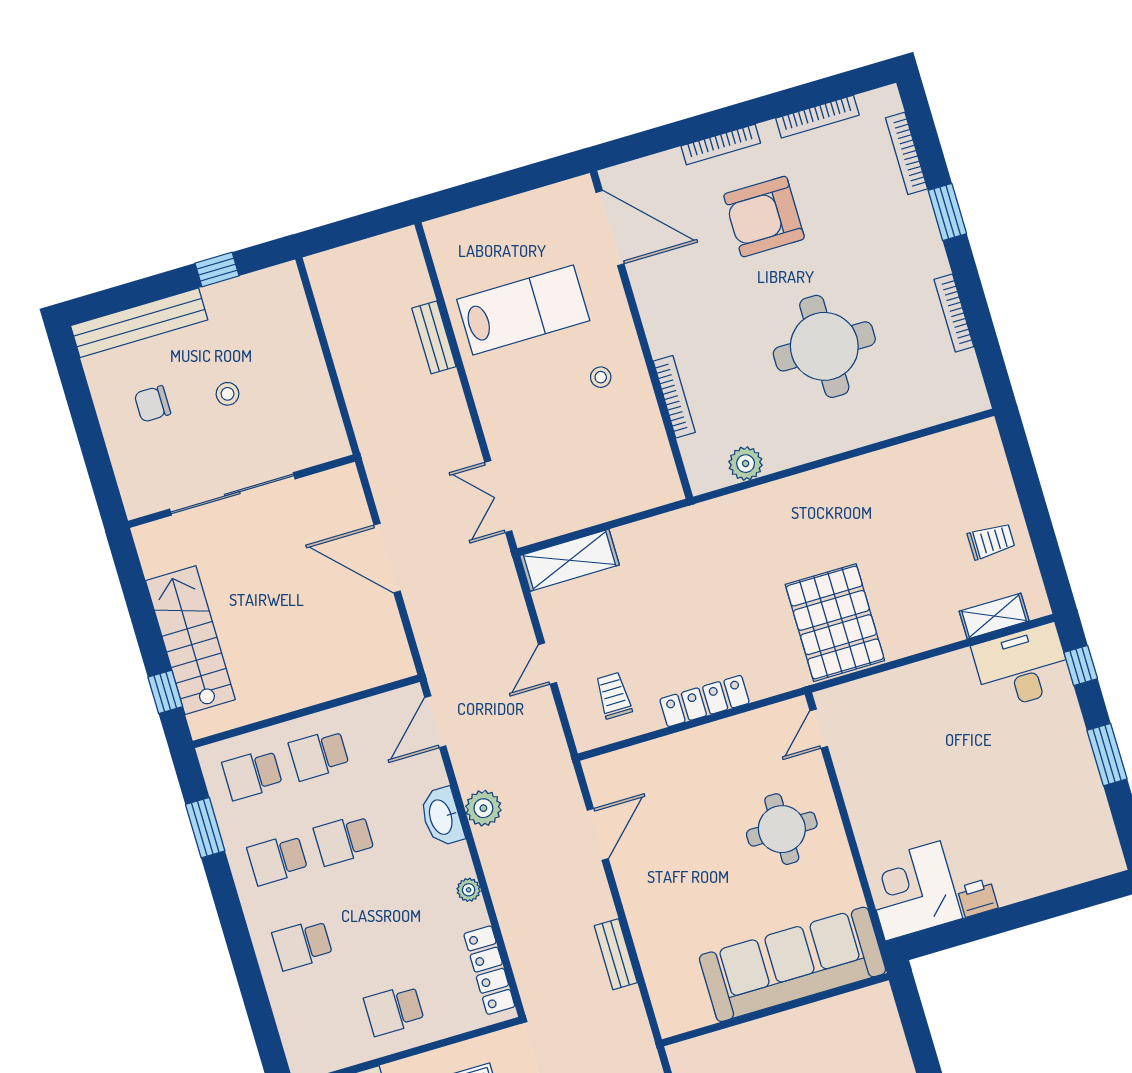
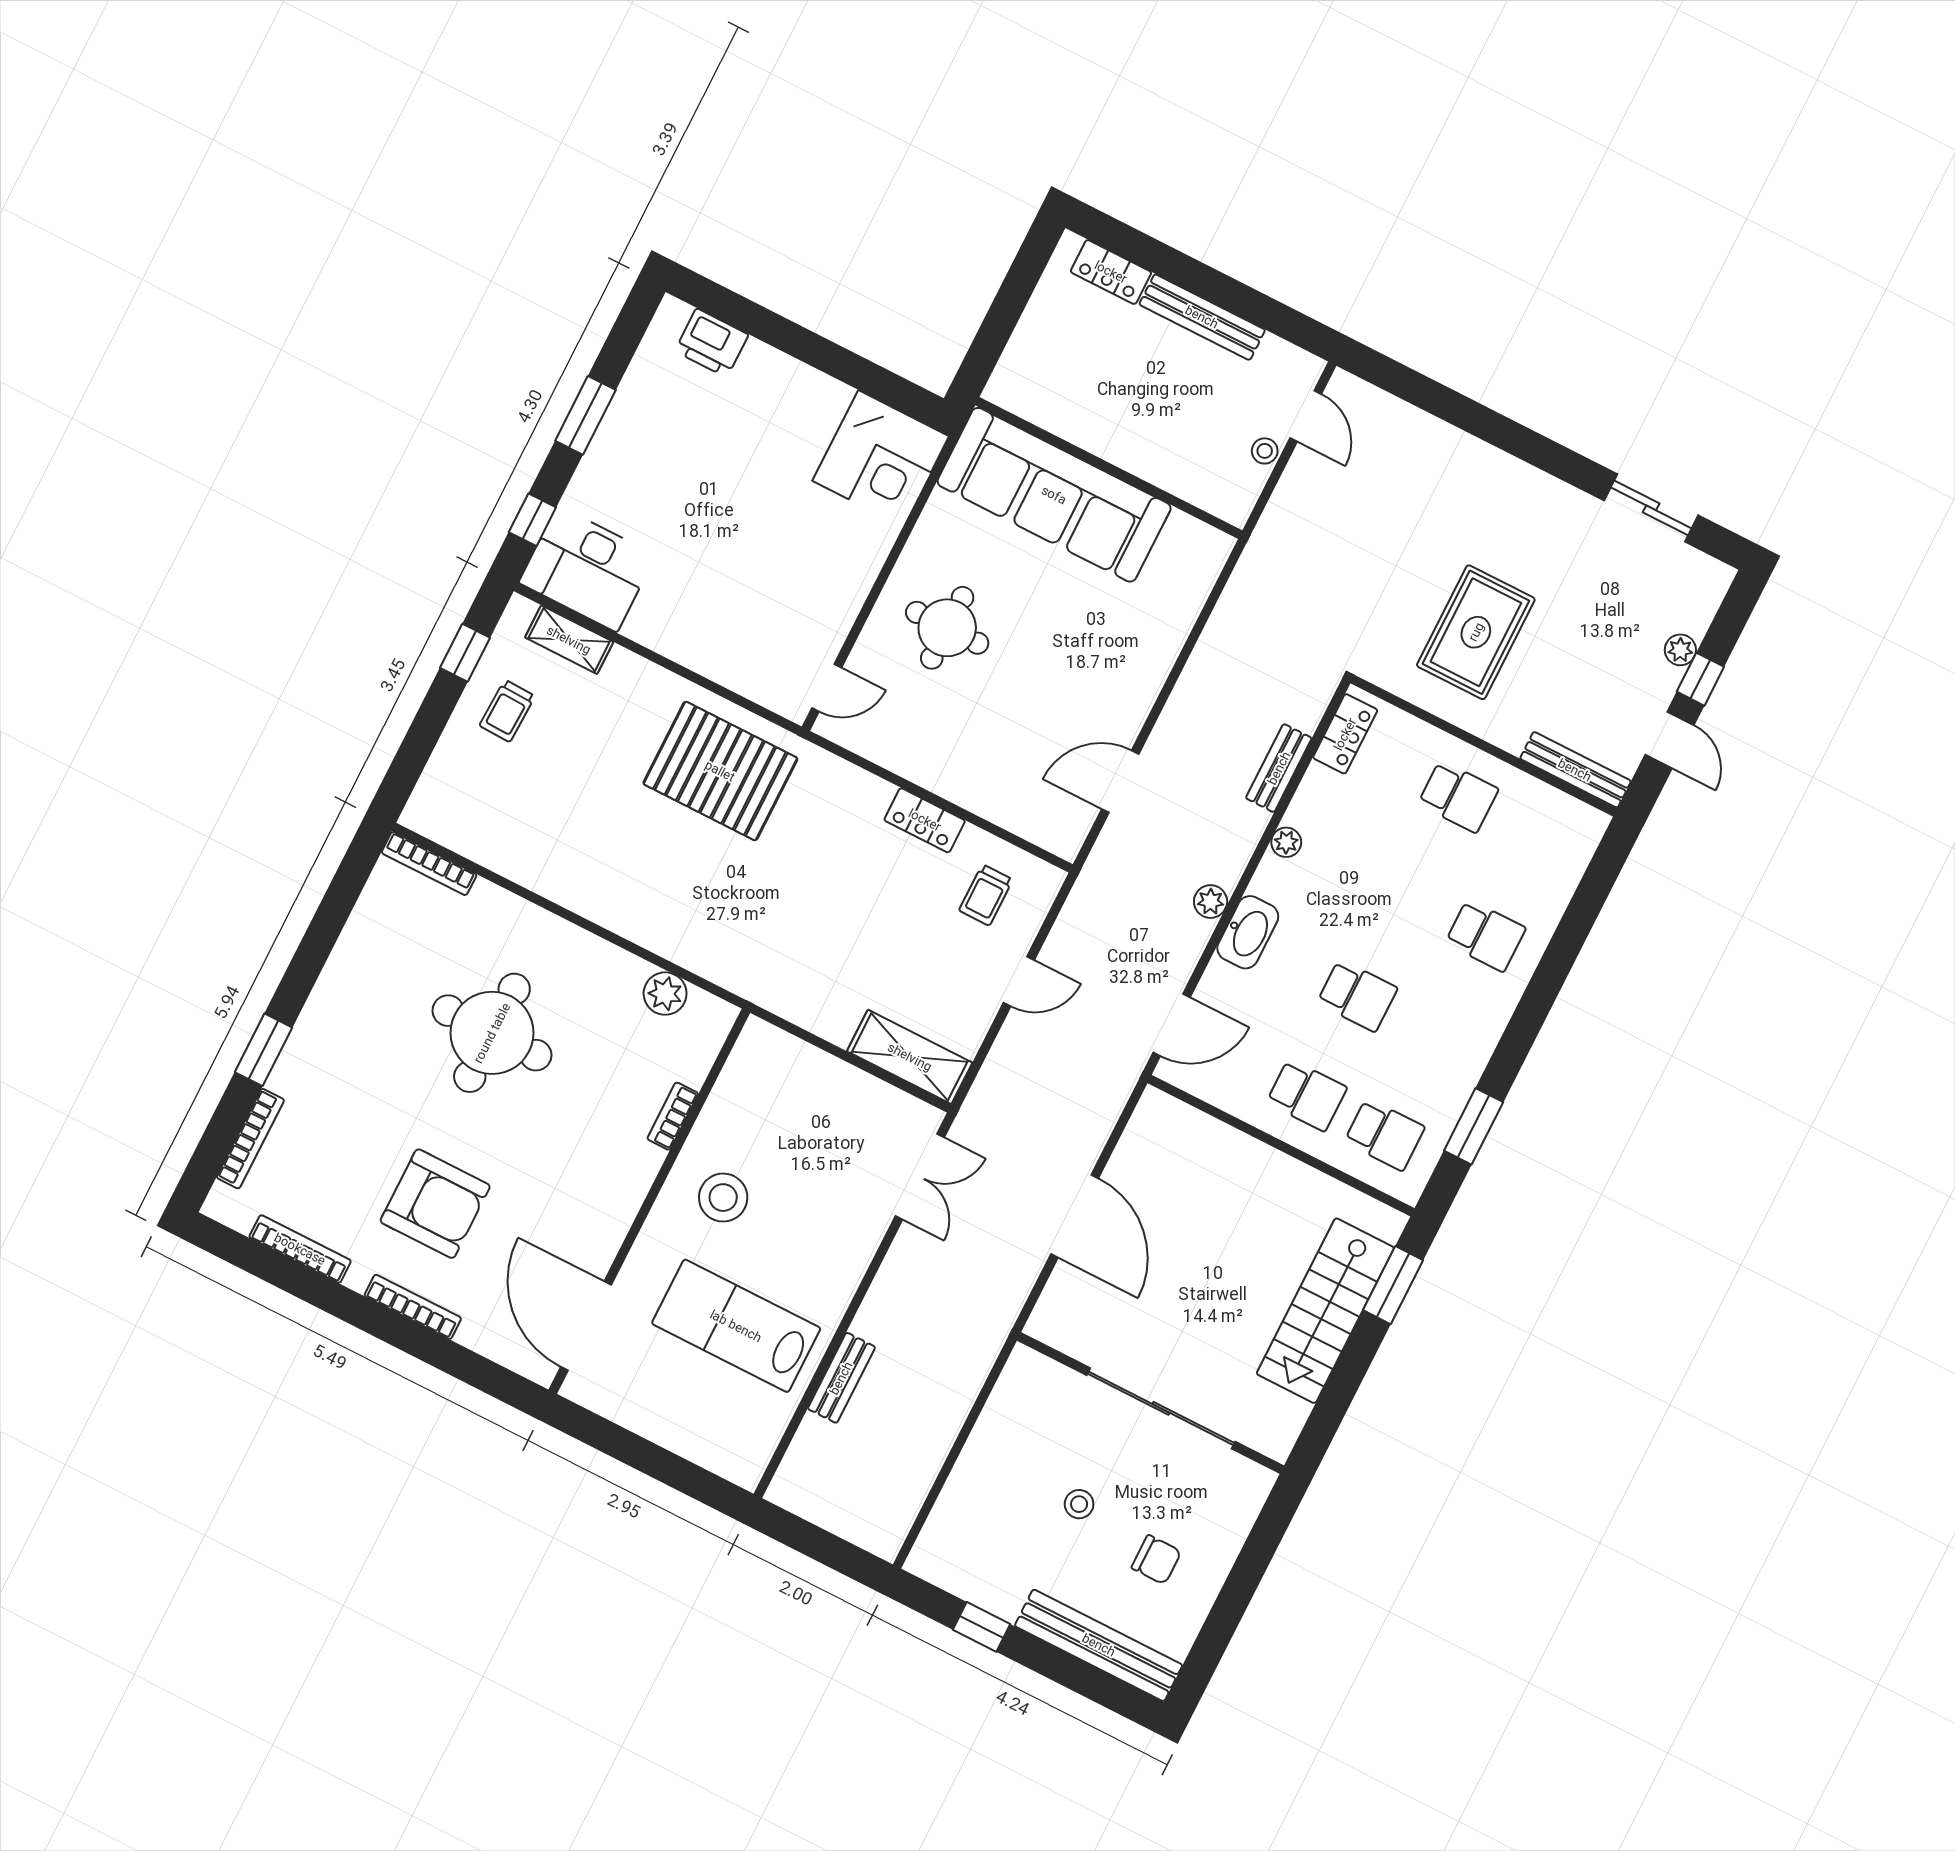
bookcase: (954, 313) -> (429, 864), moved, turned 90
stool: (601, 377) -> (723, 1198), width x1.89, depth x1.89
bookcase: (674, 397) -> (673, 1116), width x0.64
trolley: (991, 541) -> (507, 711), turned -88
window: (1047, 552) -> (465, 653), added
pallet: (835, 623) -> (720, 771), turned 90
window: (165, 692) -> (1393, 1285), width x1.50
locker: (705, 701) -> (925, 820), width x0.66
plant: (483, 808) -> (1211, 902), width x0.73, depth x0.73
school desk: (277, 860) -> (1435, 1035), removed
printer: (977, 898) -> (712, 343), moved, width x1.36, depth x1.24
bench: (616, 954) -> (1279, 768), moved
locker: (489, 970) -> (1345, 734), width x0.66

